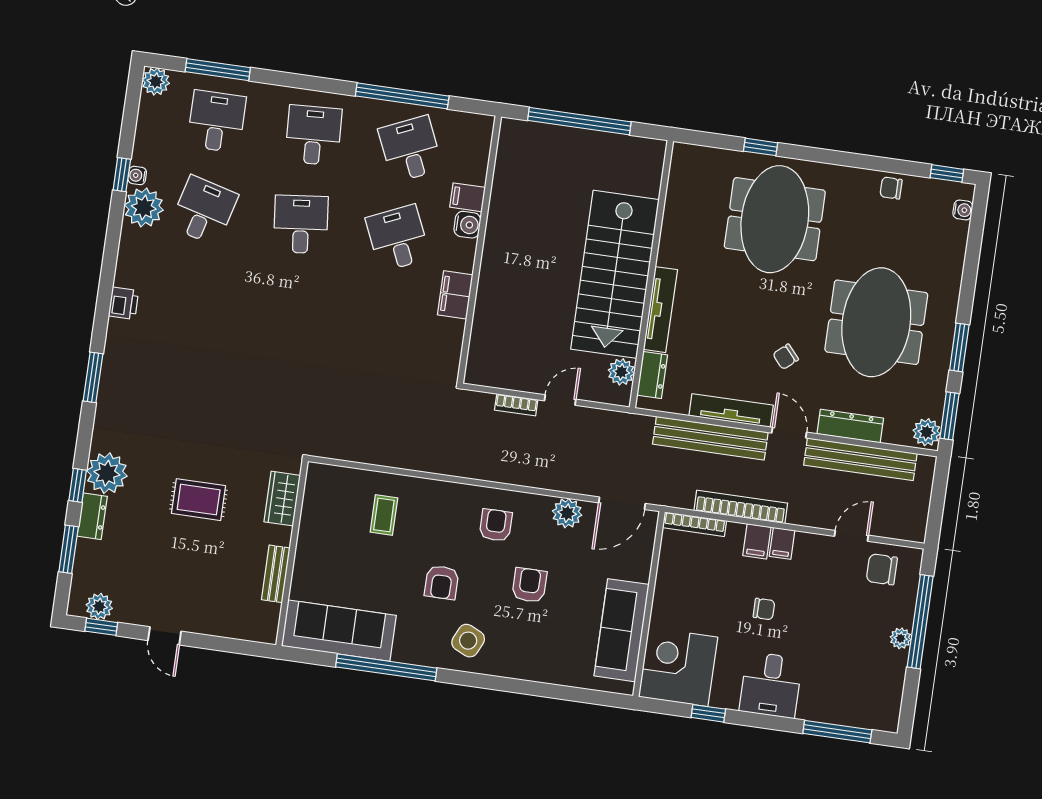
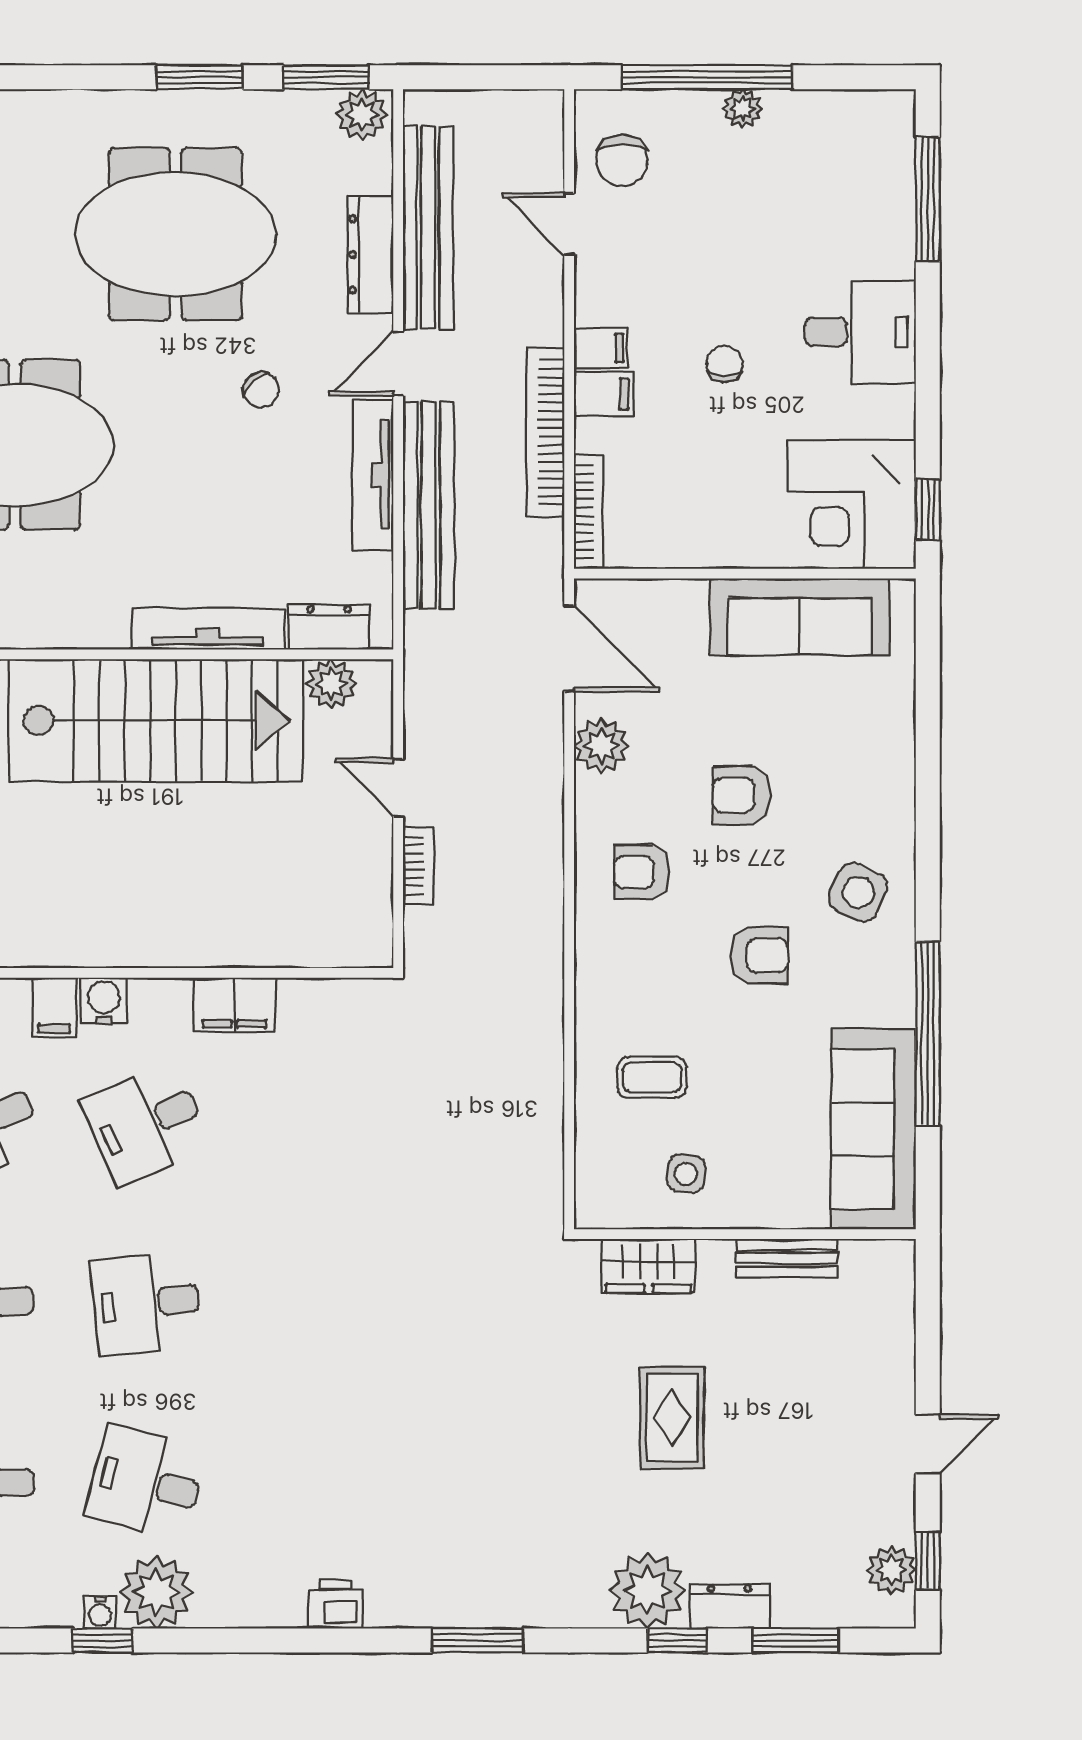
side table: (329, 526) -> (686, 1174), added
window: (708, 713) -> (928, 510), moved

